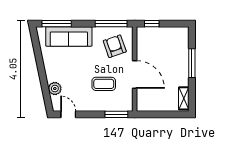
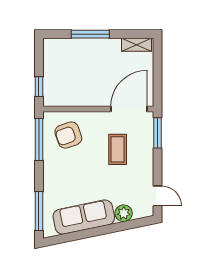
sofa: (69, 36) -> (84, 217), moved, turned -102
door: (135, 75) -> (129, 109), moved
door: (68, 114) -> (157, 196), swing flipped

